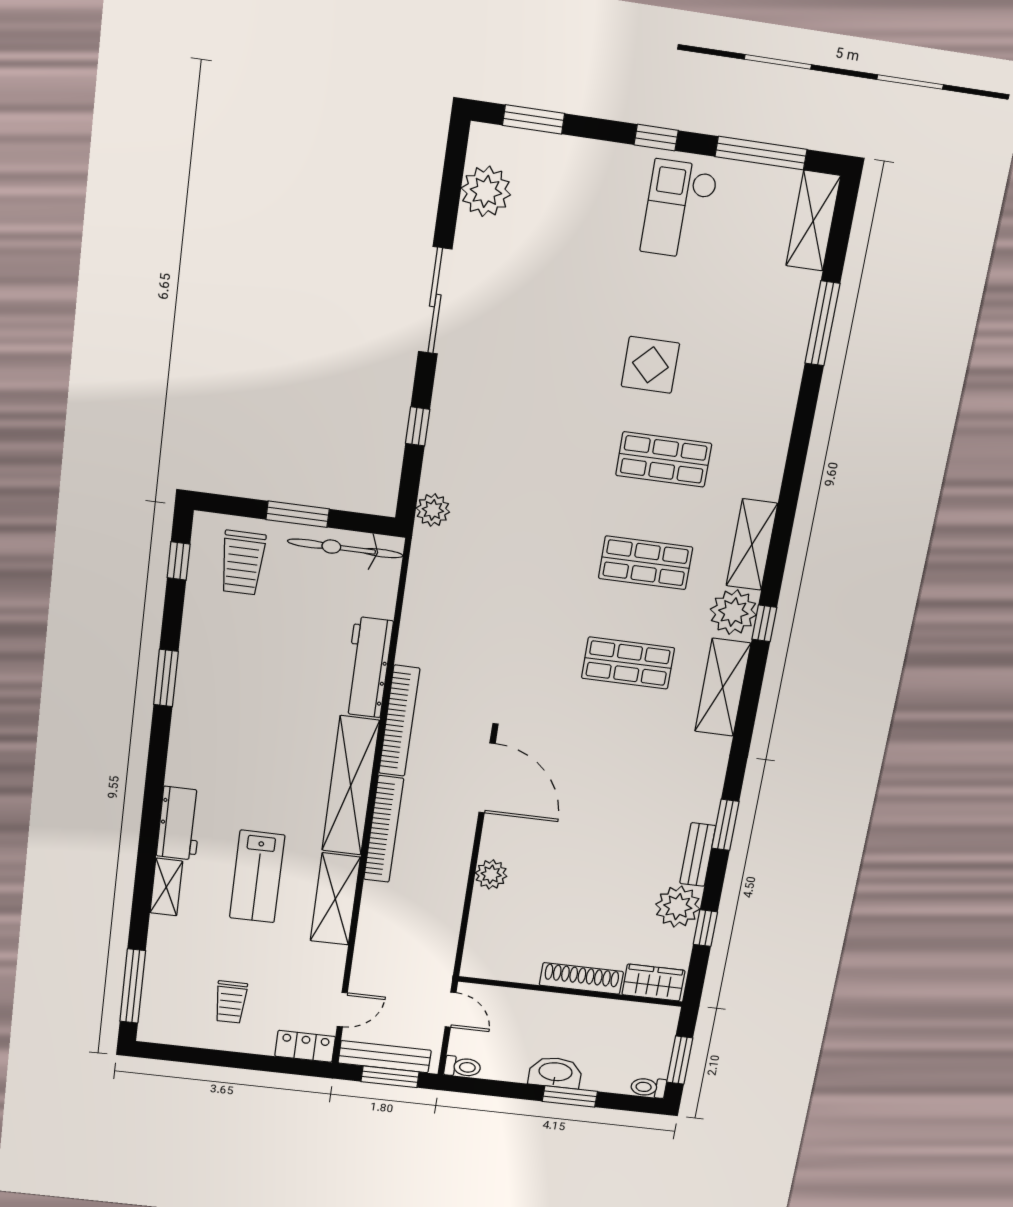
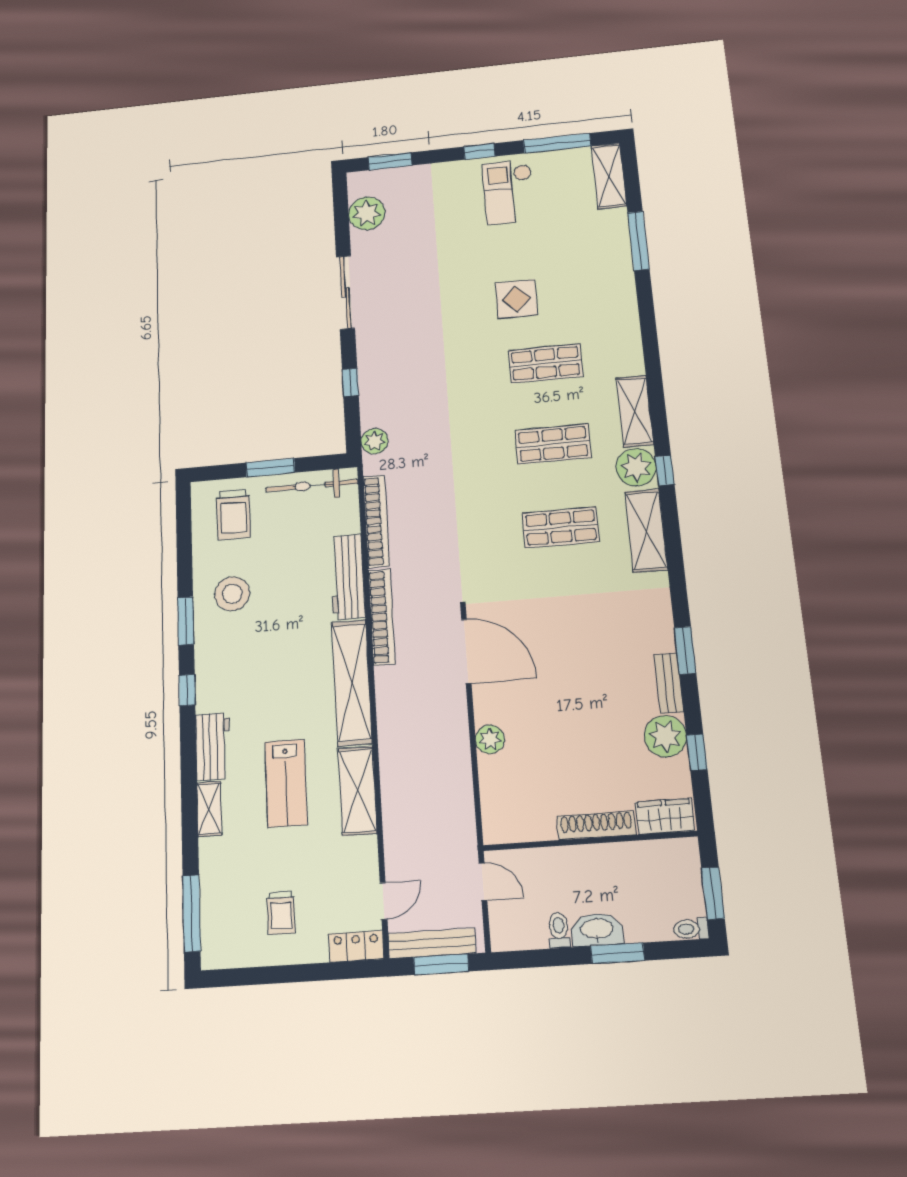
window: (179, 561) -> (187, 690), moved
stool: (227, 658) -> (232, 594), added
bookcase: (384, 829) -> (376, 521), moved
toilet: (463, 1067) -> (559, 930), moved, turned -90

